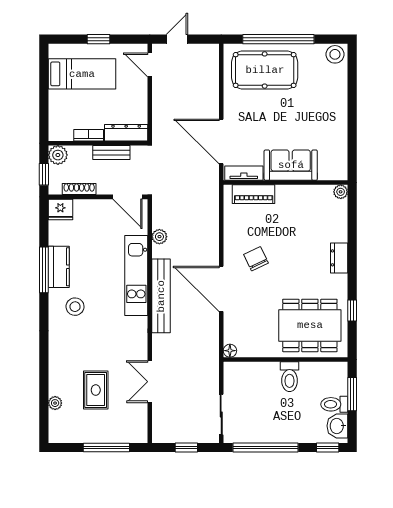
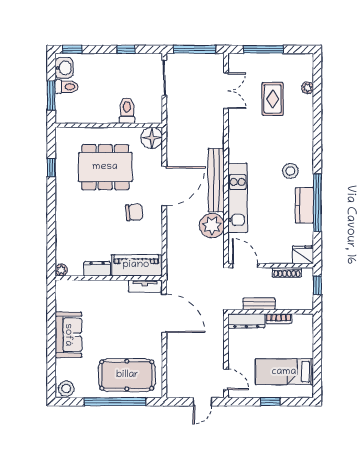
plant: (58, 155) -> (305, 302), removed
sofa: (291, 165) -> (68, 335), moved, turned -90
piano: (254, 194) -> (136, 265), width x1.37, depth x1.33
plant: (159, 237) -> (212, 226), width x1.88, depth x1.88
dresser: (339, 258) -> (97, 269), moved, turned -90
chair: (256, 259) -> (134, 212), turned -69
window: (44, 270) -> (317, 203), width x1.46
door: (221, 289) -> (164, 186), hinge flipped
dining table: (310, 325) -> (105, 167), moved
floor lamp: (230, 351) -> (152, 138), width x1.89, depth x1.89
toilet: (290, 377) -> (127, 111), moved
double door: (150, 382) -> (226, 91), moved
window: (186, 448) -> (194, 49), width x2.17
window: (266, 448) -> (126, 49), width x0.32

